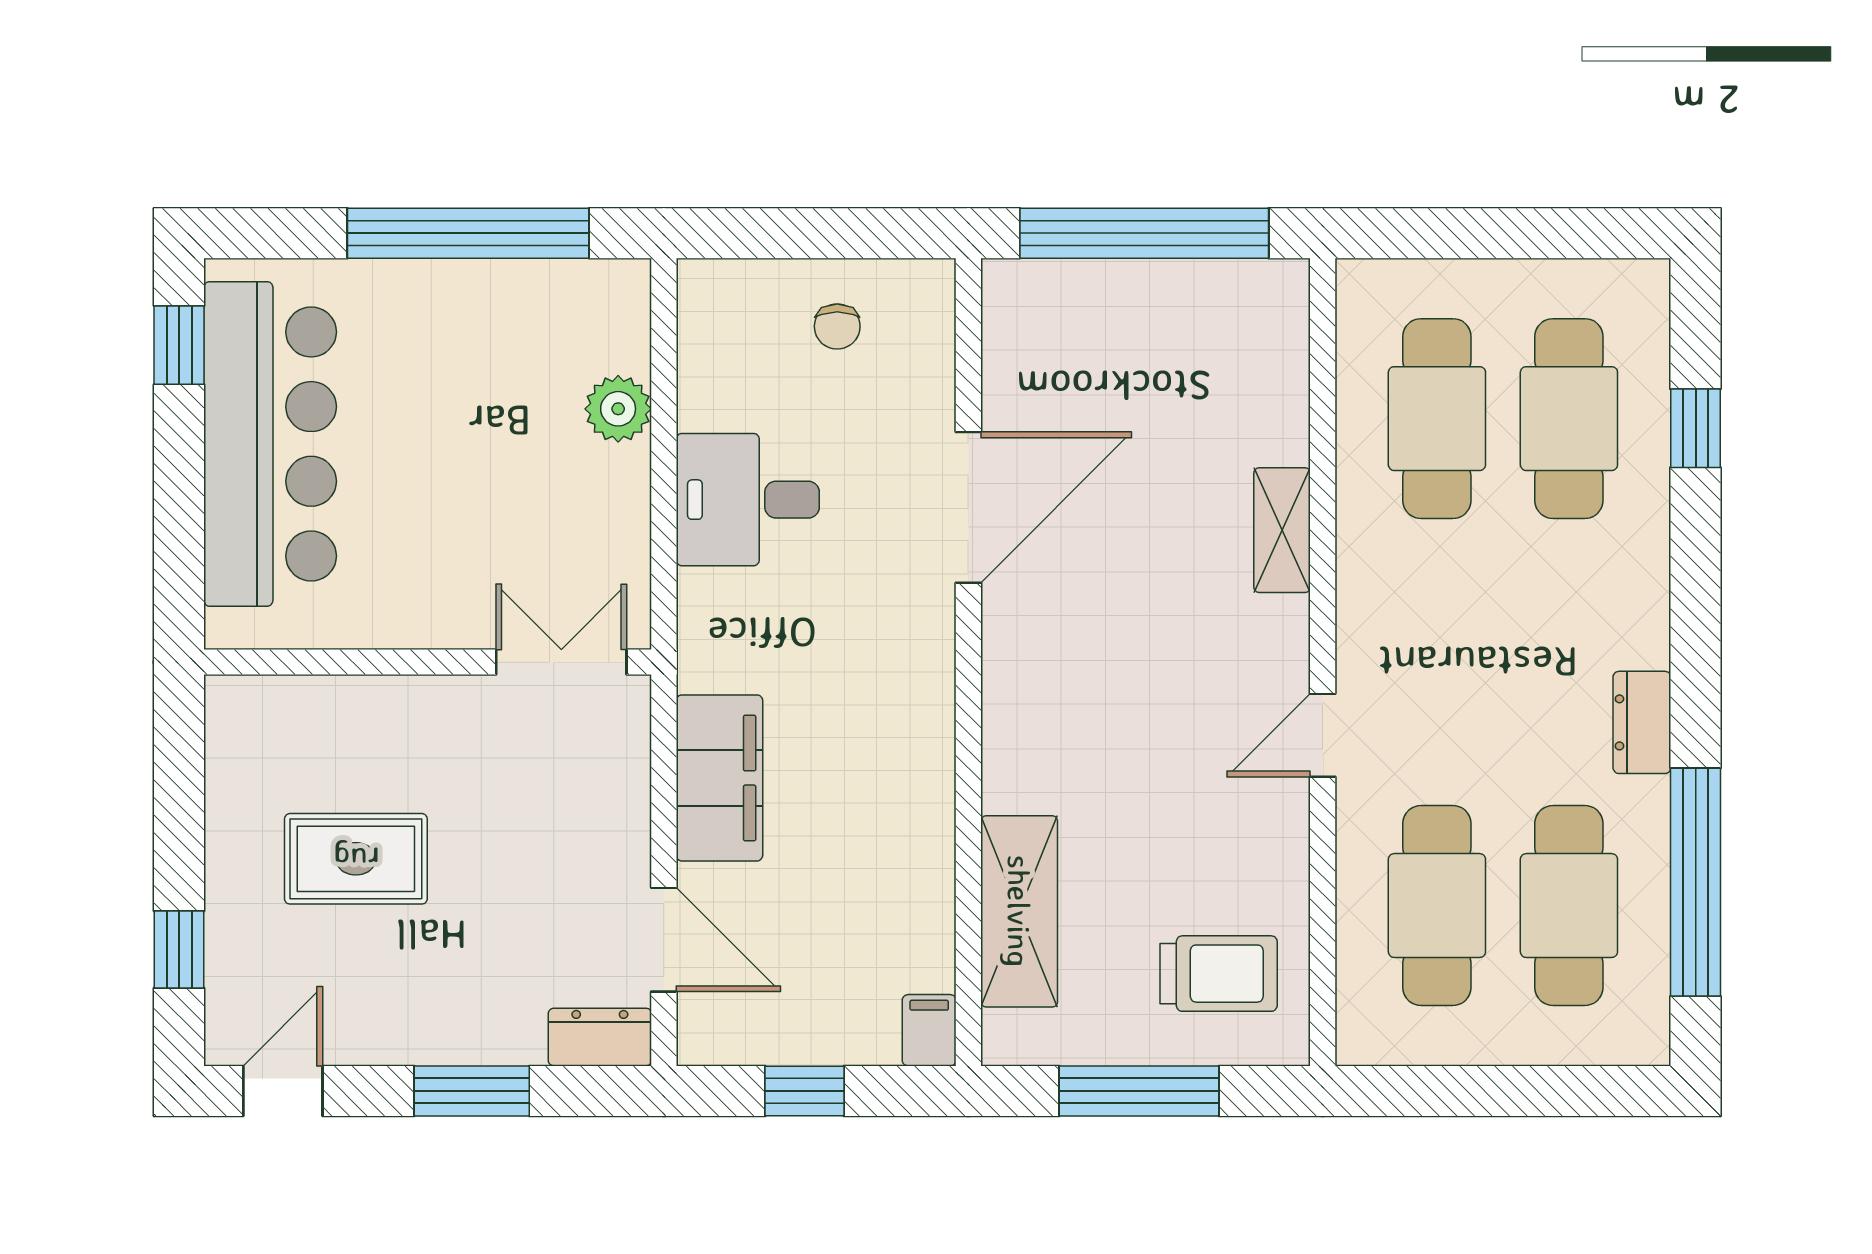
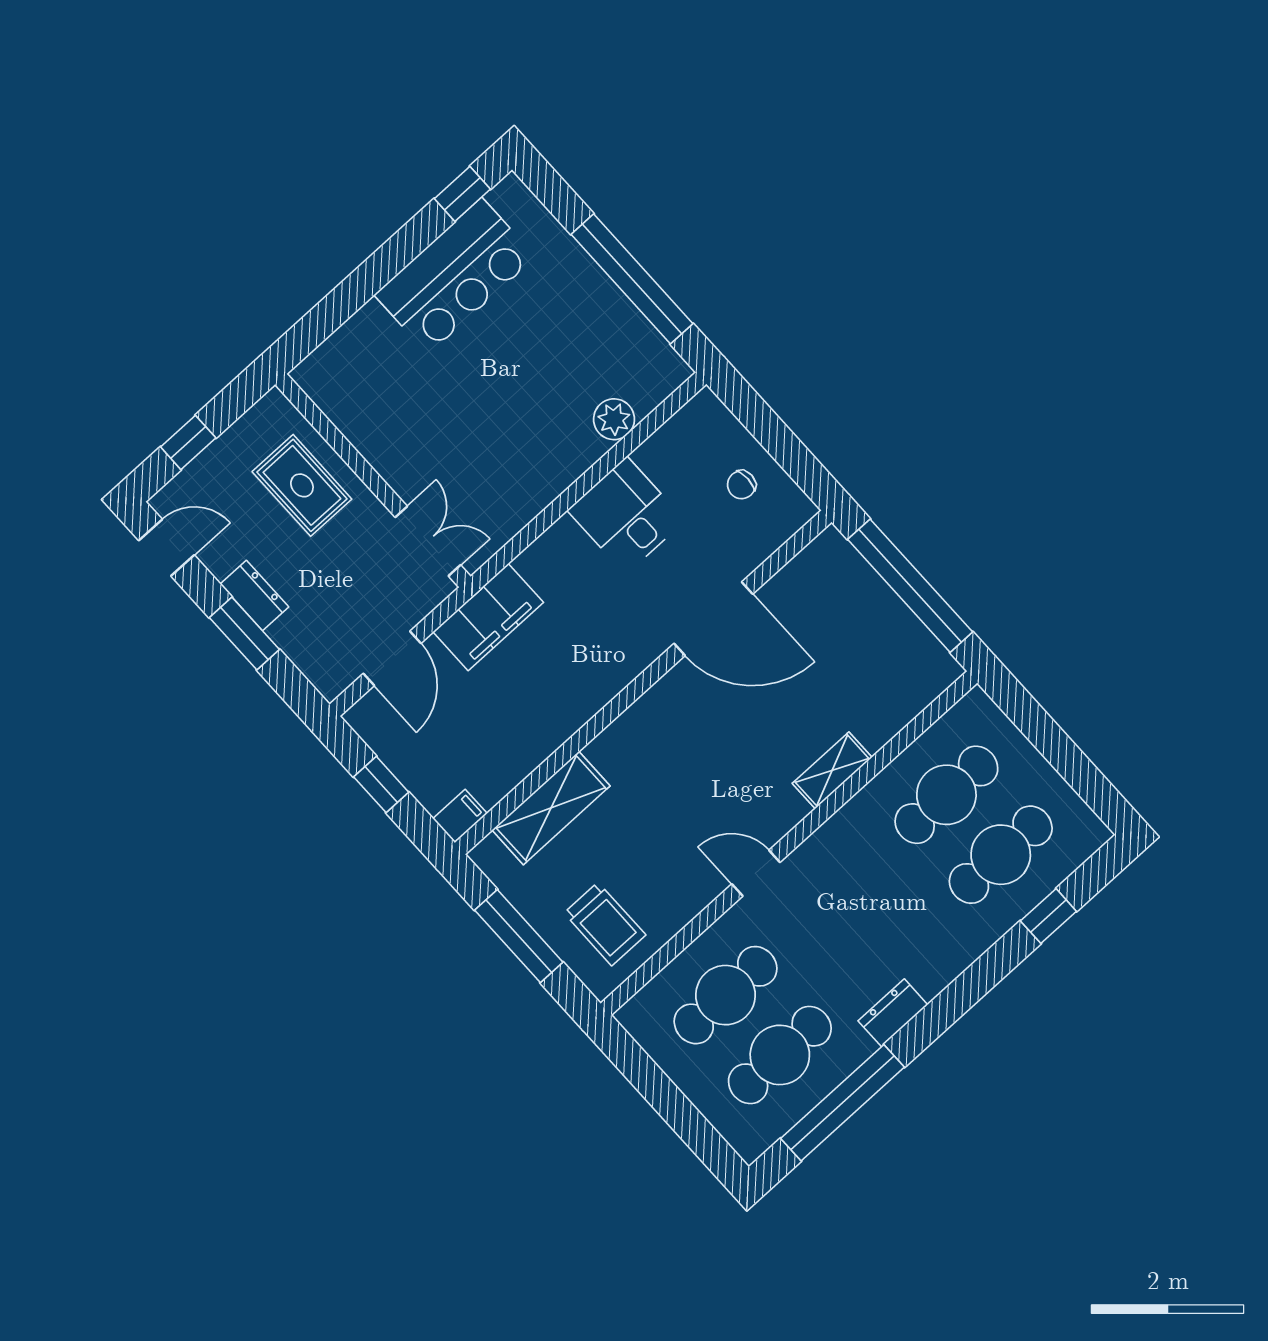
bar counter: (270, 444) -> (455, 276), width x0.73
wall: (428, 662) -> (373, 481), moved
double door: (561, 662) -> (428, 541), moved
dresser: (600, 1037) -> (254, 595), moved

